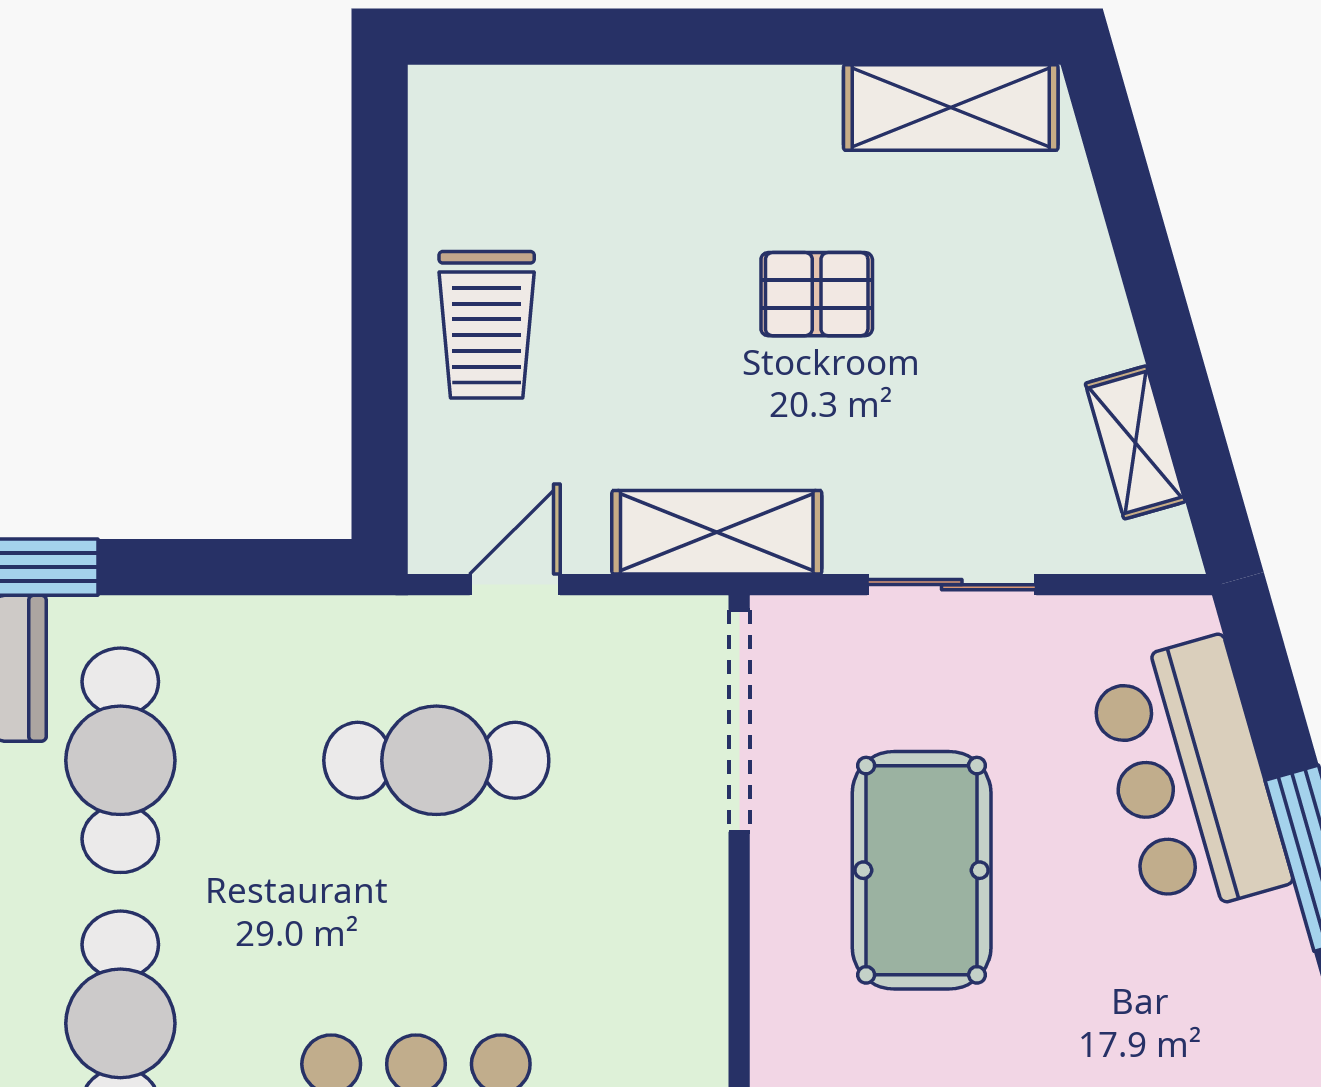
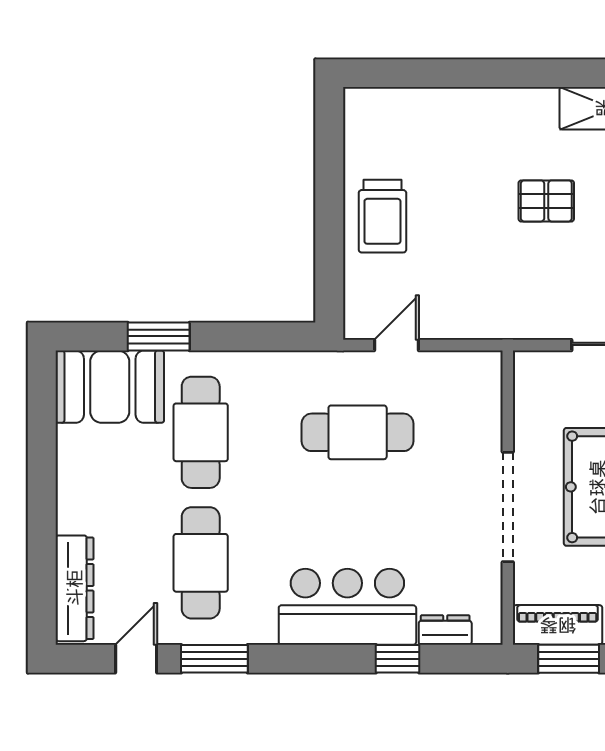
shelving: (717, 532) -> (497, 319), removed
doorway: (739, 721) -> (508, 507), moved

